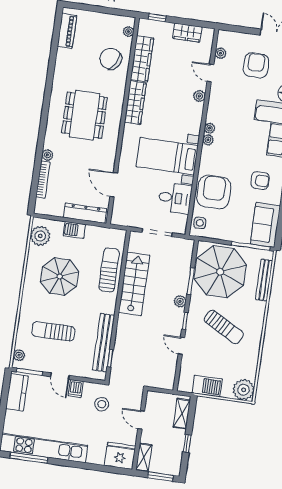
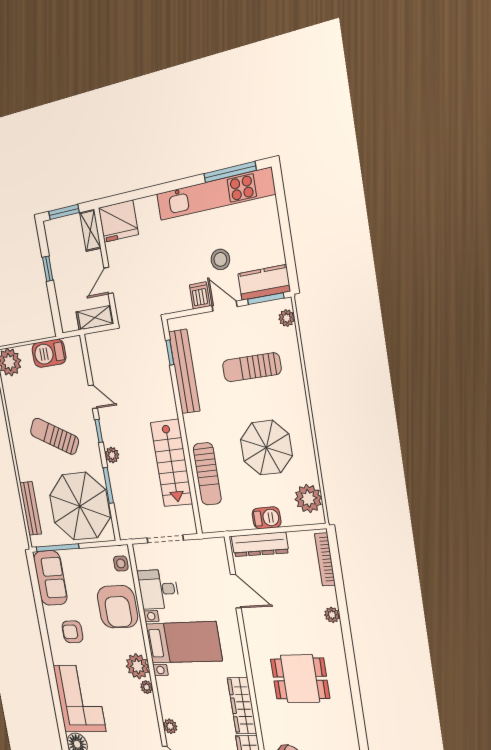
dining table: (84, 115) -> (300, 679), width x0.73
plant: (208, 140) -> (138, 666), width x1.88, depth x1.88
bookcase: (43, 180) -> (325, 559), moved
sun lounger: (53, 331) -> (252, 367), turned 180
kitchen counter: (17, 392) -> (264, 282), moved, turned 90
stool: (102, 404) -> (220, 259), moved
shelving: (182, 414) -> (95, 318), moved, turned 90
door: (141, 420) -> (109, 280), swing flipped

